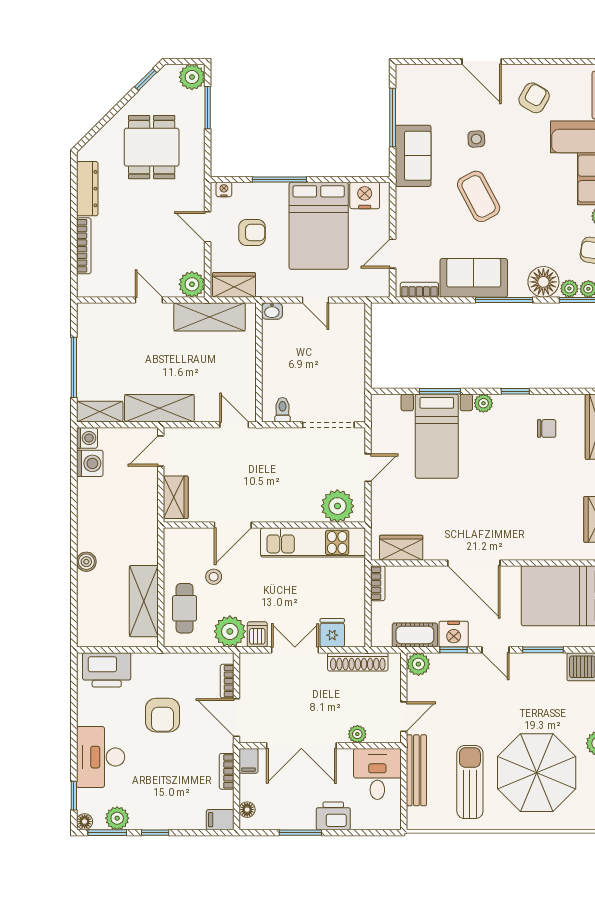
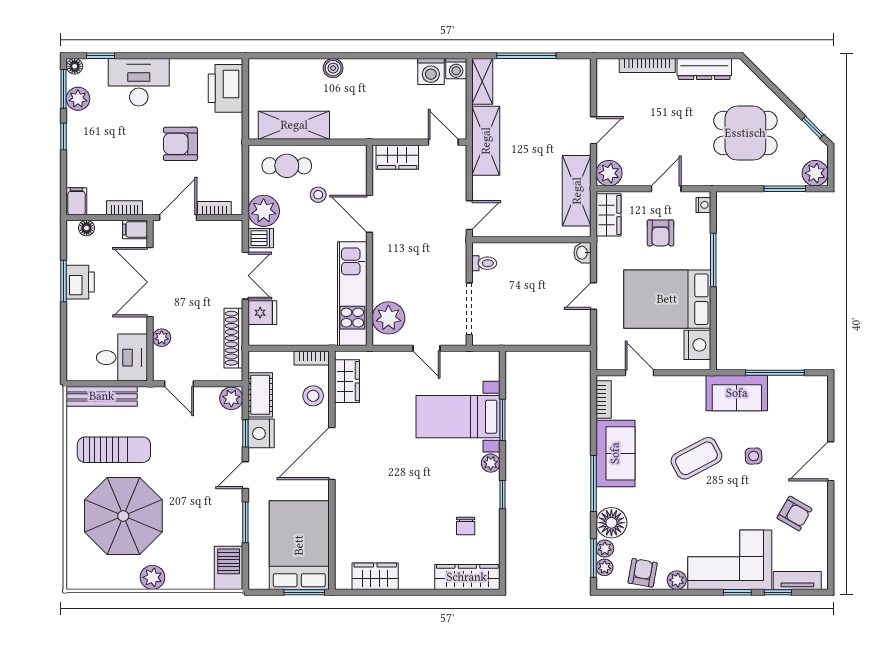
stool: (416, 582) -> (313, 396), added
bench: (416, 770) -> (102, 396), moved
printer: (333, 816) -> (80, 282), moved

